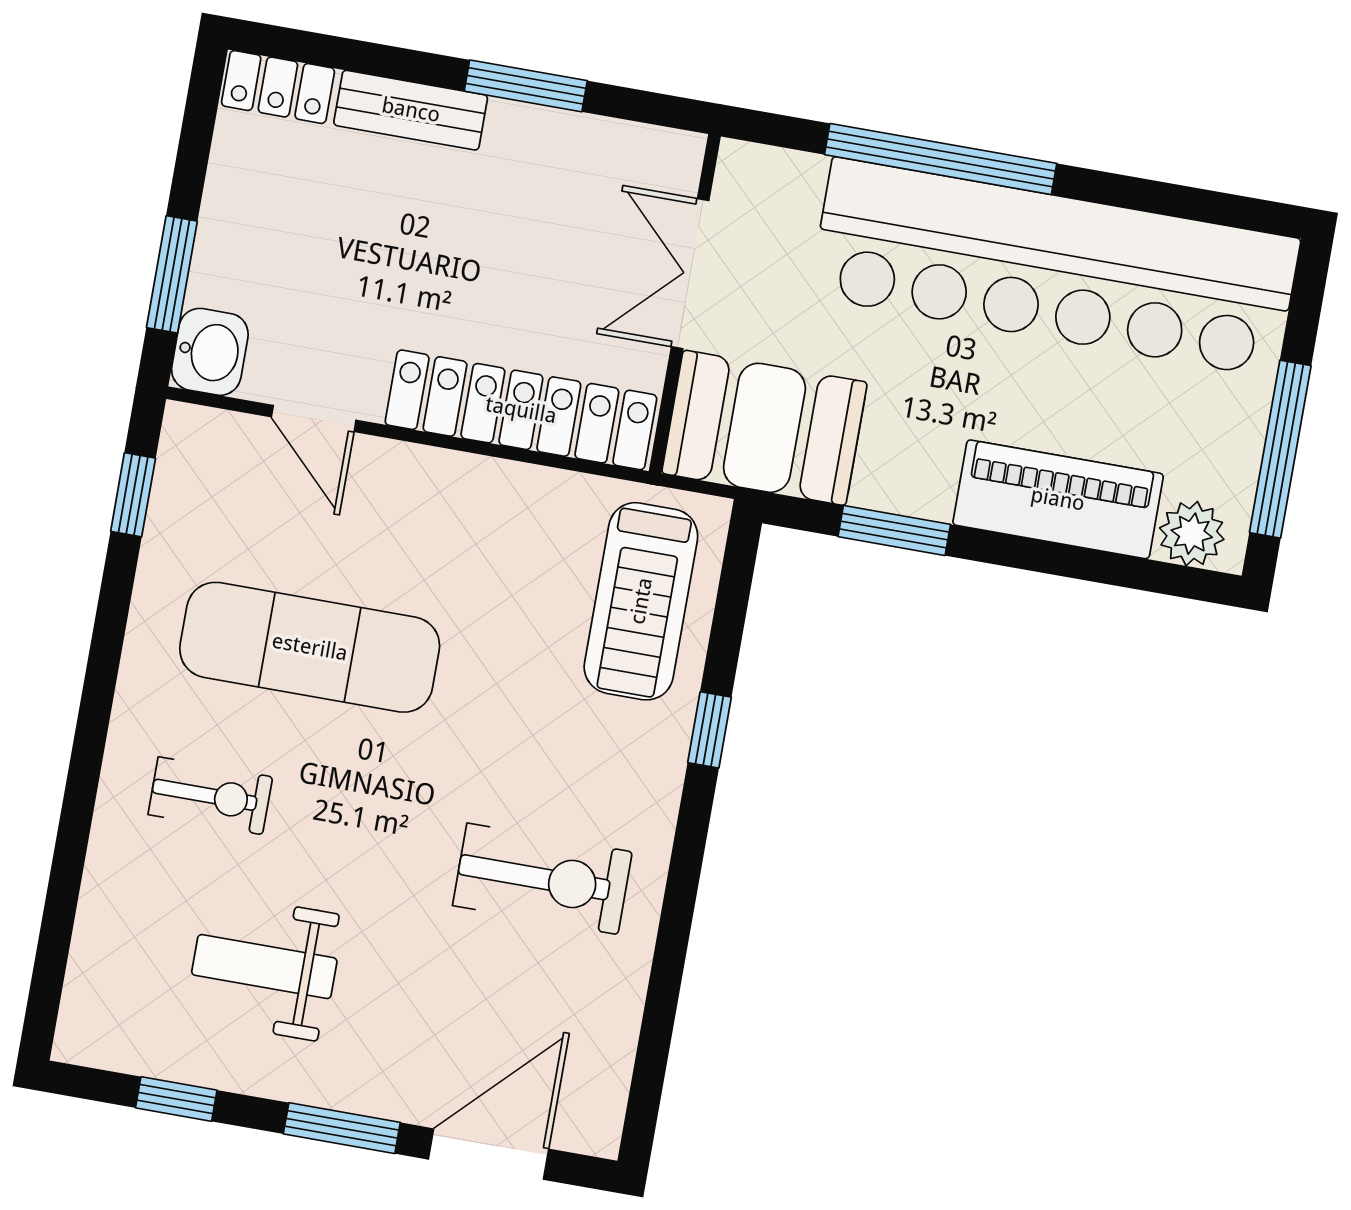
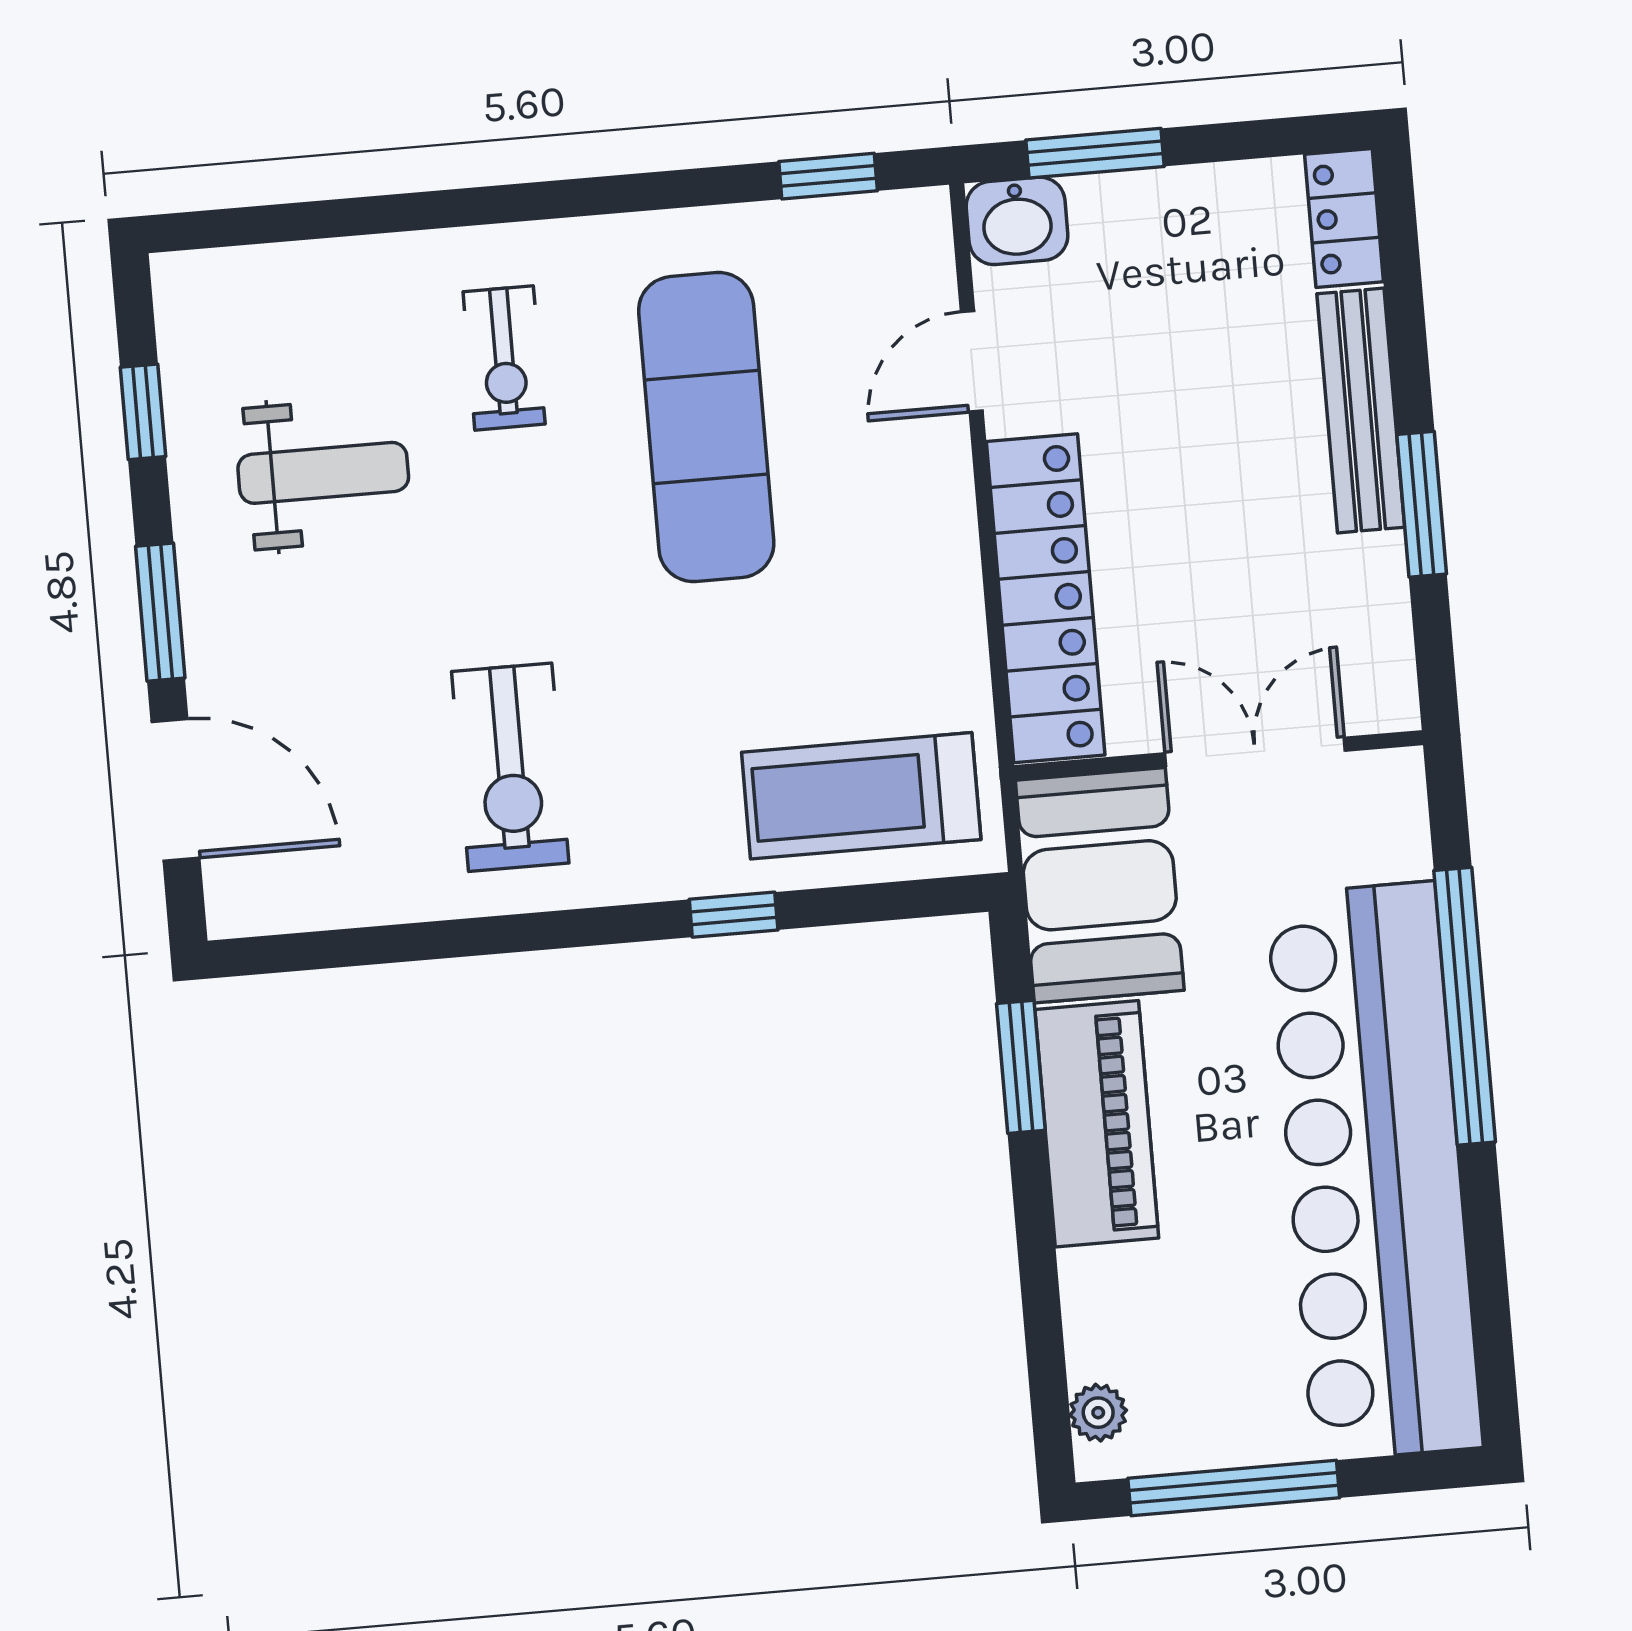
bench: (411, 110) -> (1361, 411), width x1.36
piano: (1058, 499) -> (1097, 1124), moved
plant: (1192, 534) -> (1098, 1413), width x0.73, depth x0.73
weight bench: (264, 967) -> (323, 473), turned 90

